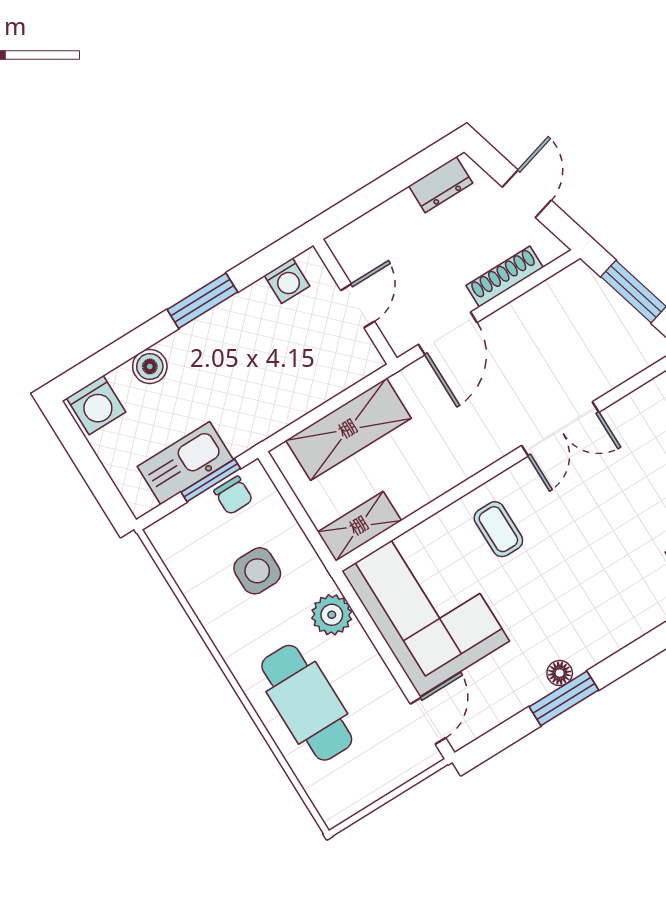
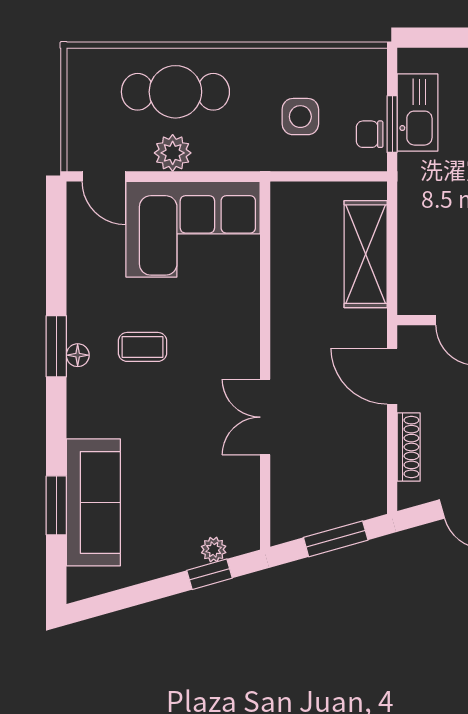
shelving: (359, 526) -> (286, 216), removed
coffee table: (498, 529) -> (143, 347), moved
plant: (332, 615) -> (173, 153), moved
floor lamp: (560, 673) -> (78, 355), moved
window: (564, 698) -> (56, 346), moved

